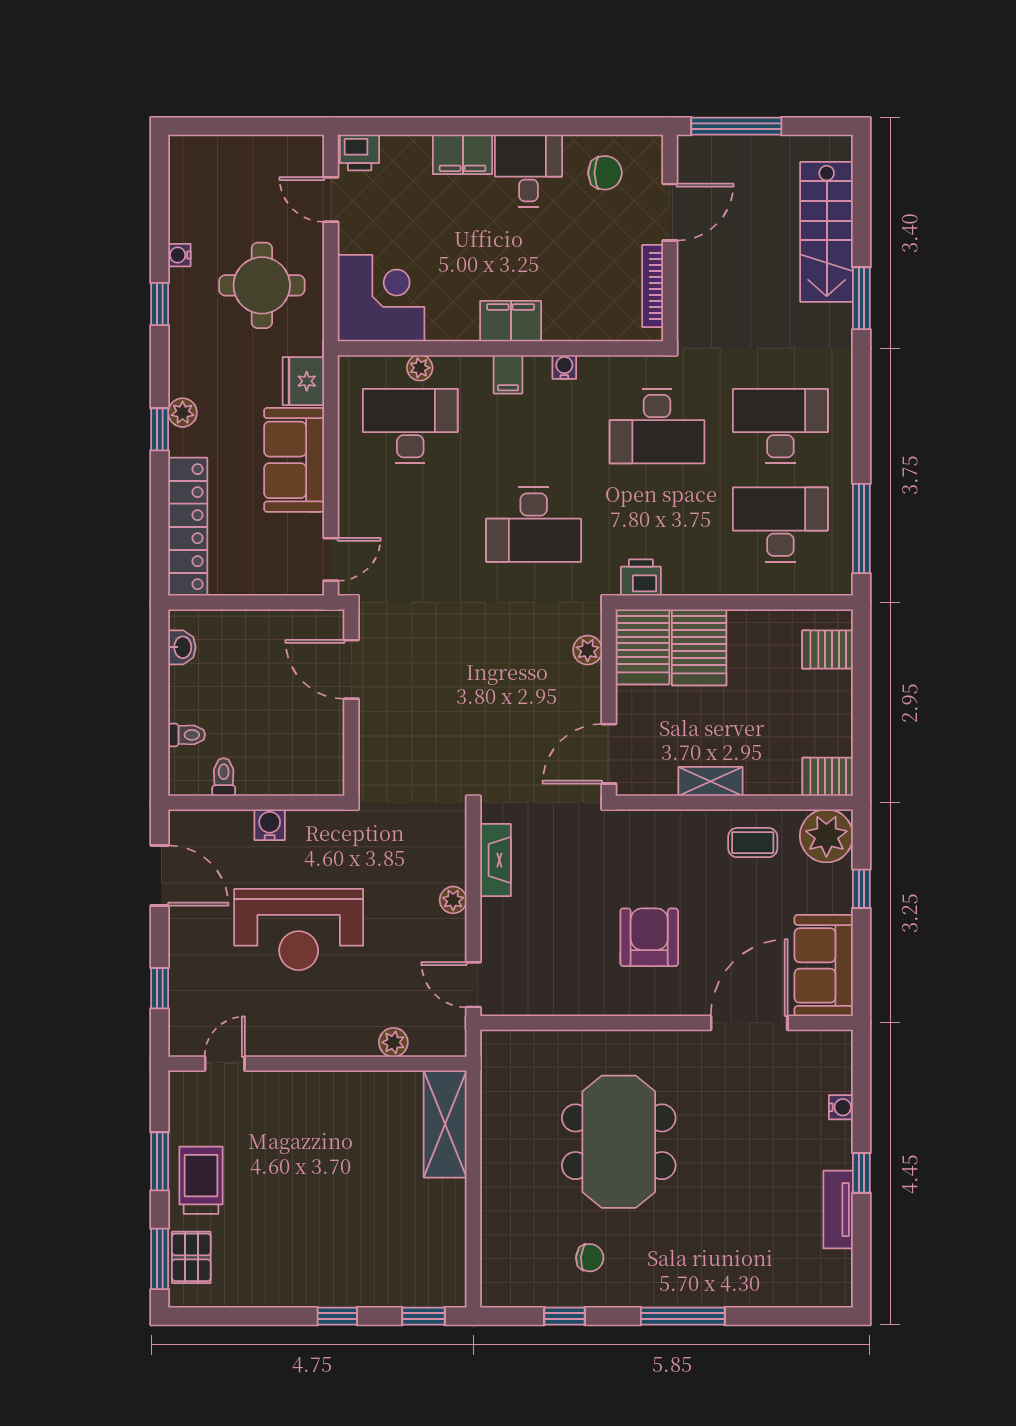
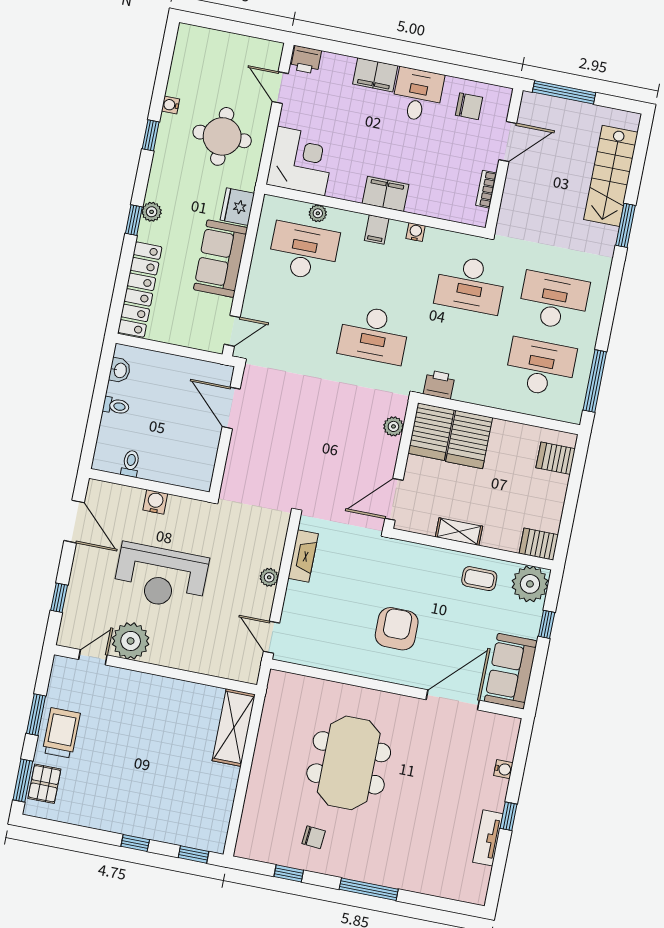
bookcase: (653, 286) -> (486, 189), width x0.64
toilet: (187, 735) -> (116, 406), moved
plant: (393, 1042) -> (131, 641), moved, width x1.88, depth x1.88

